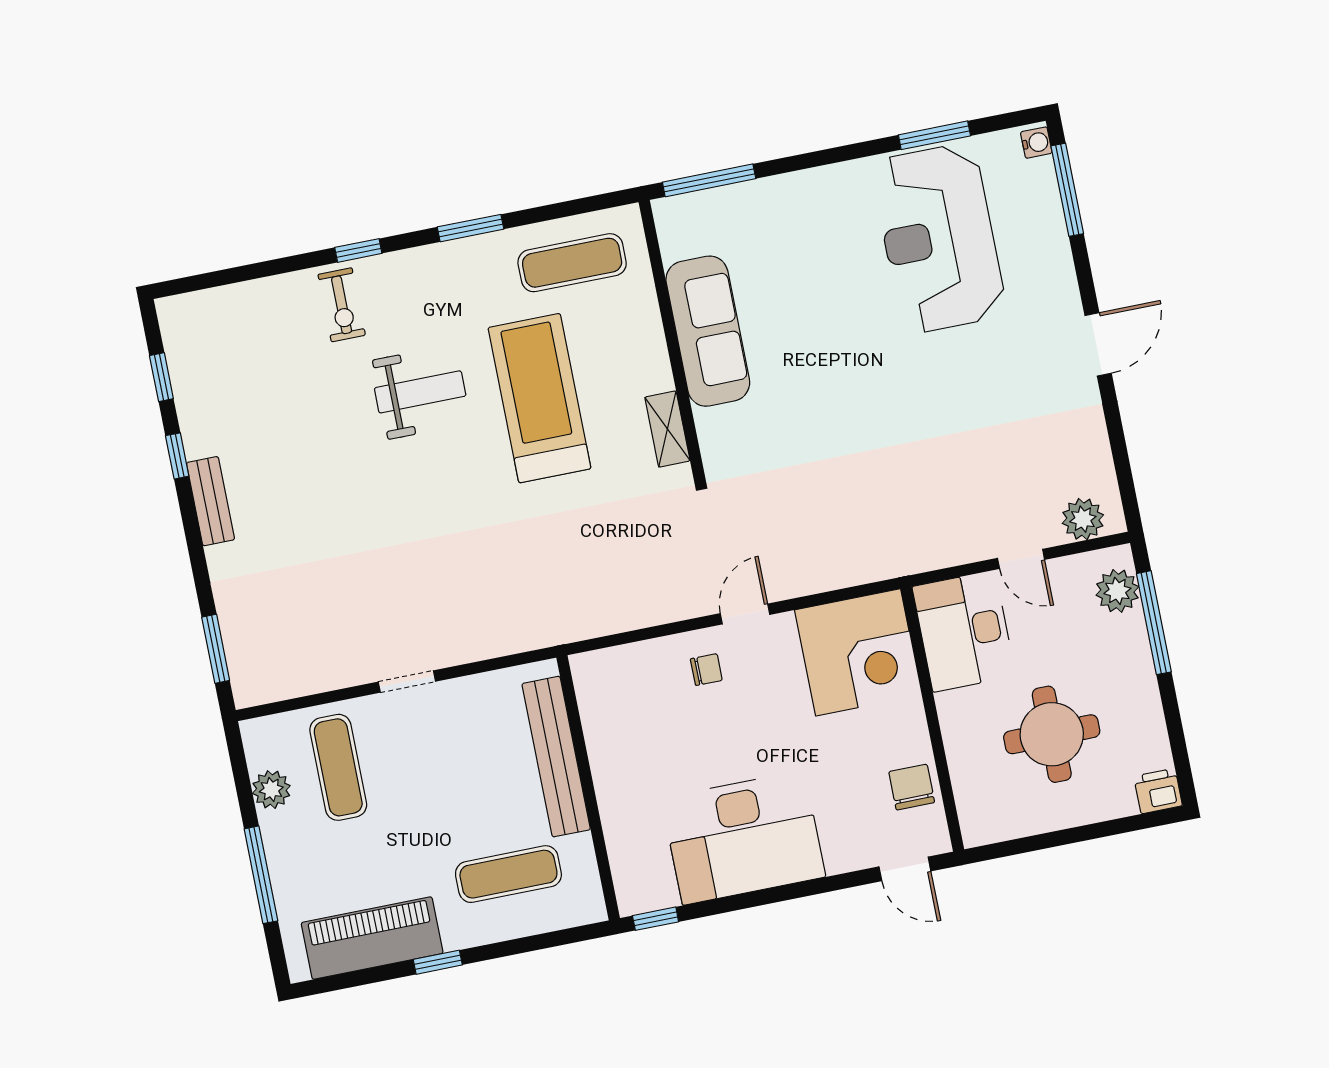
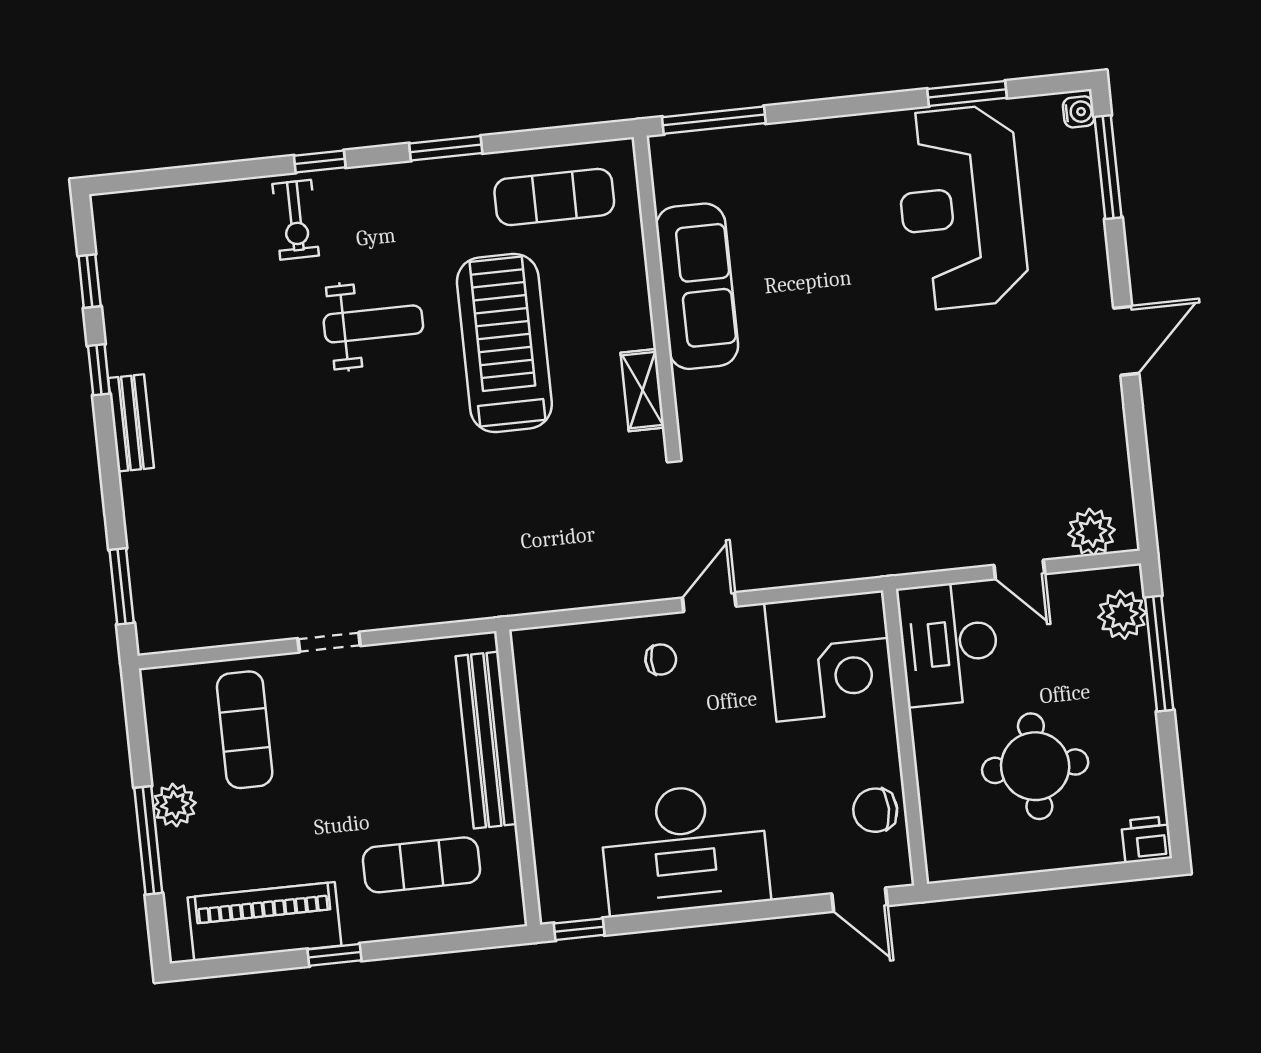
chair: (912, 787) -> (875, 810), turned -90
plant: (271, 790) -> (175, 805), moved

